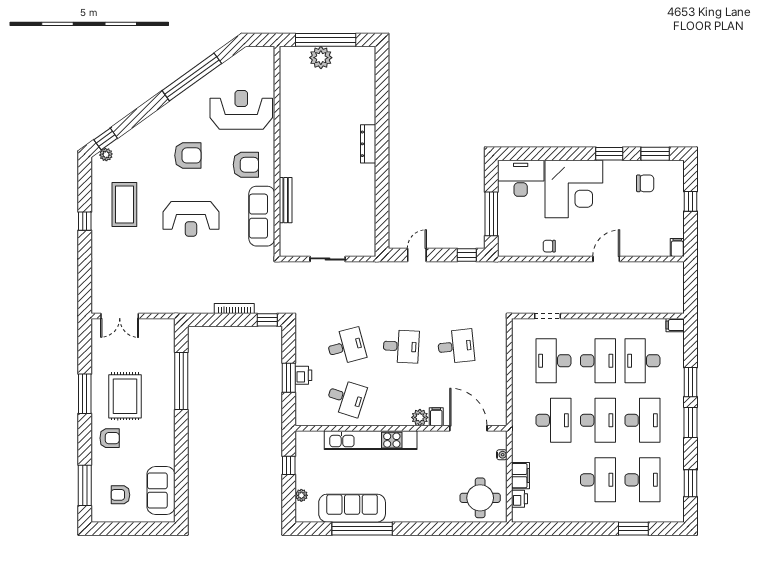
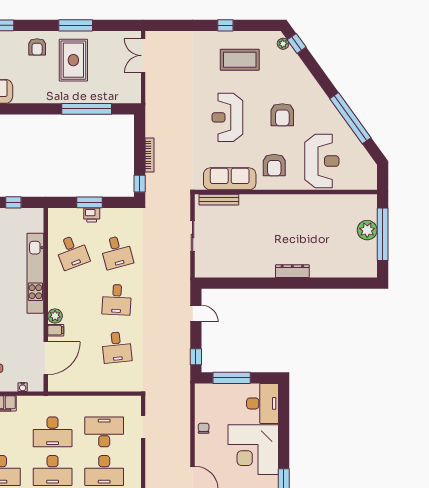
bench: (286, 200) -> (219, 200), moved
rug: (125, 396) -> (73, 60), turned 90
desk: (346, 398) -> (72, 252), turned -39

